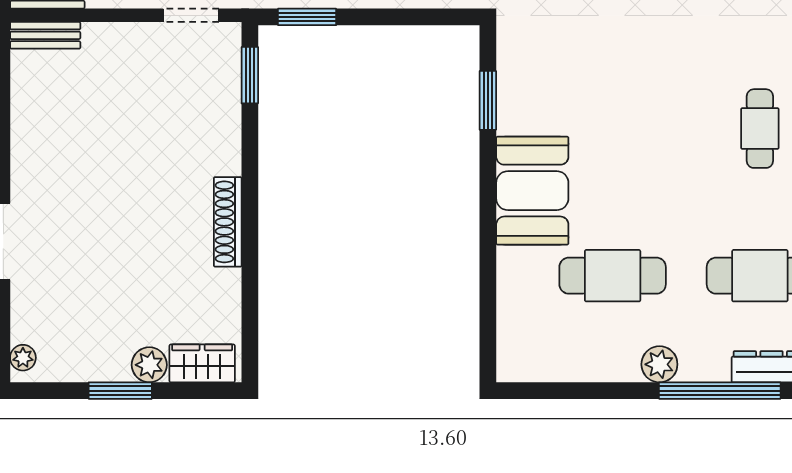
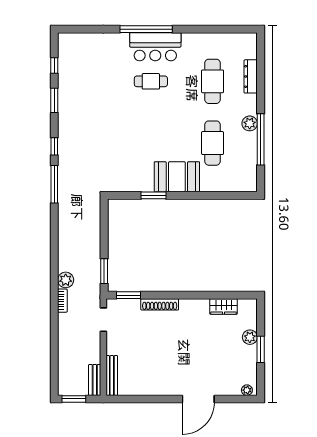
bench: (45, 35) -> (112, 375), width x1.36
window: (488, 100) -> (153, 195), moved
shoe rack: (228, 222) -> (160, 304), moved
wardrobe: (202, 363) -> (224, 306), moved, turned -90
window: (720, 391) -> (261, 139), moved

